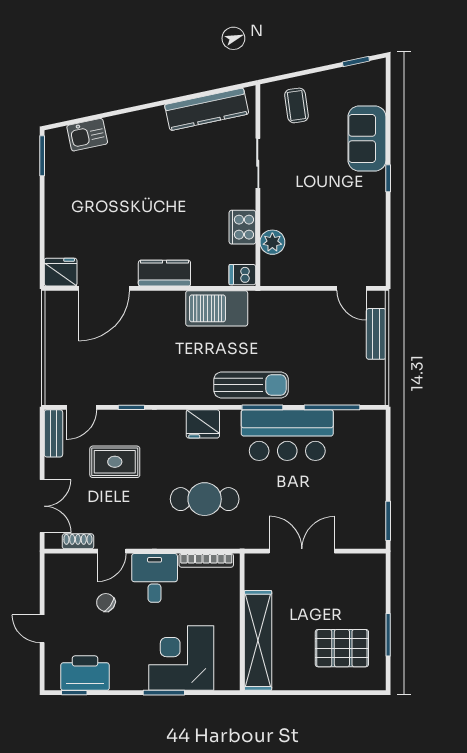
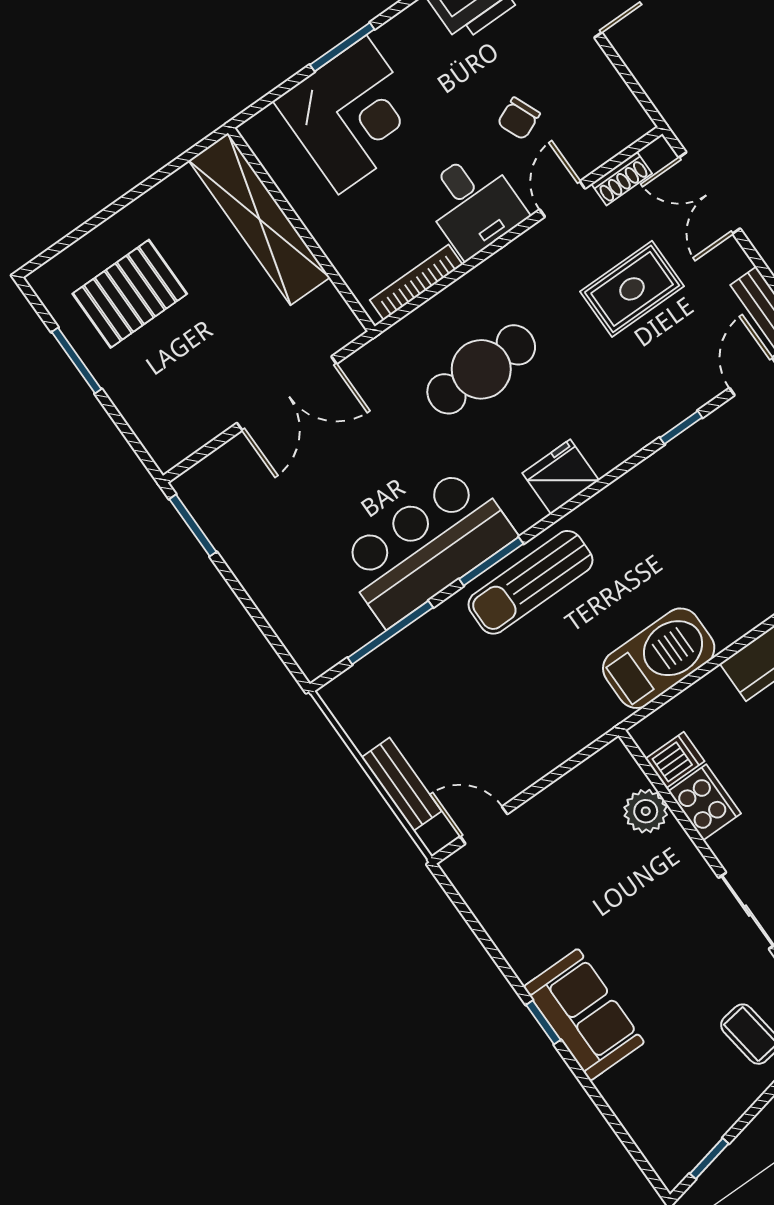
sofa: (367, 138) -> (584, 1015), moved
dishwasher: (242, 275) -> (675, 760), moved
rug: (115, 462) -> (632, 289), moved
chair: (106, 602) -> (519, 118), turned 121

